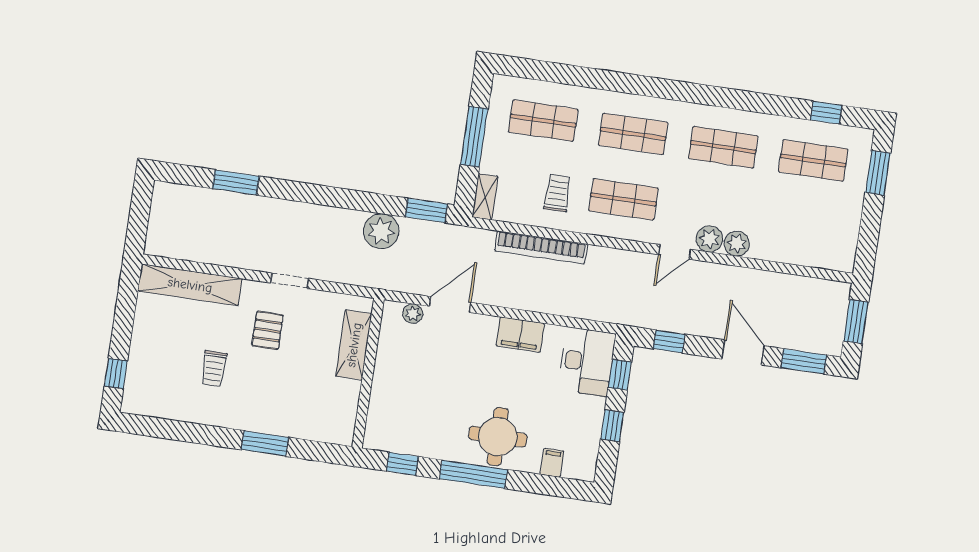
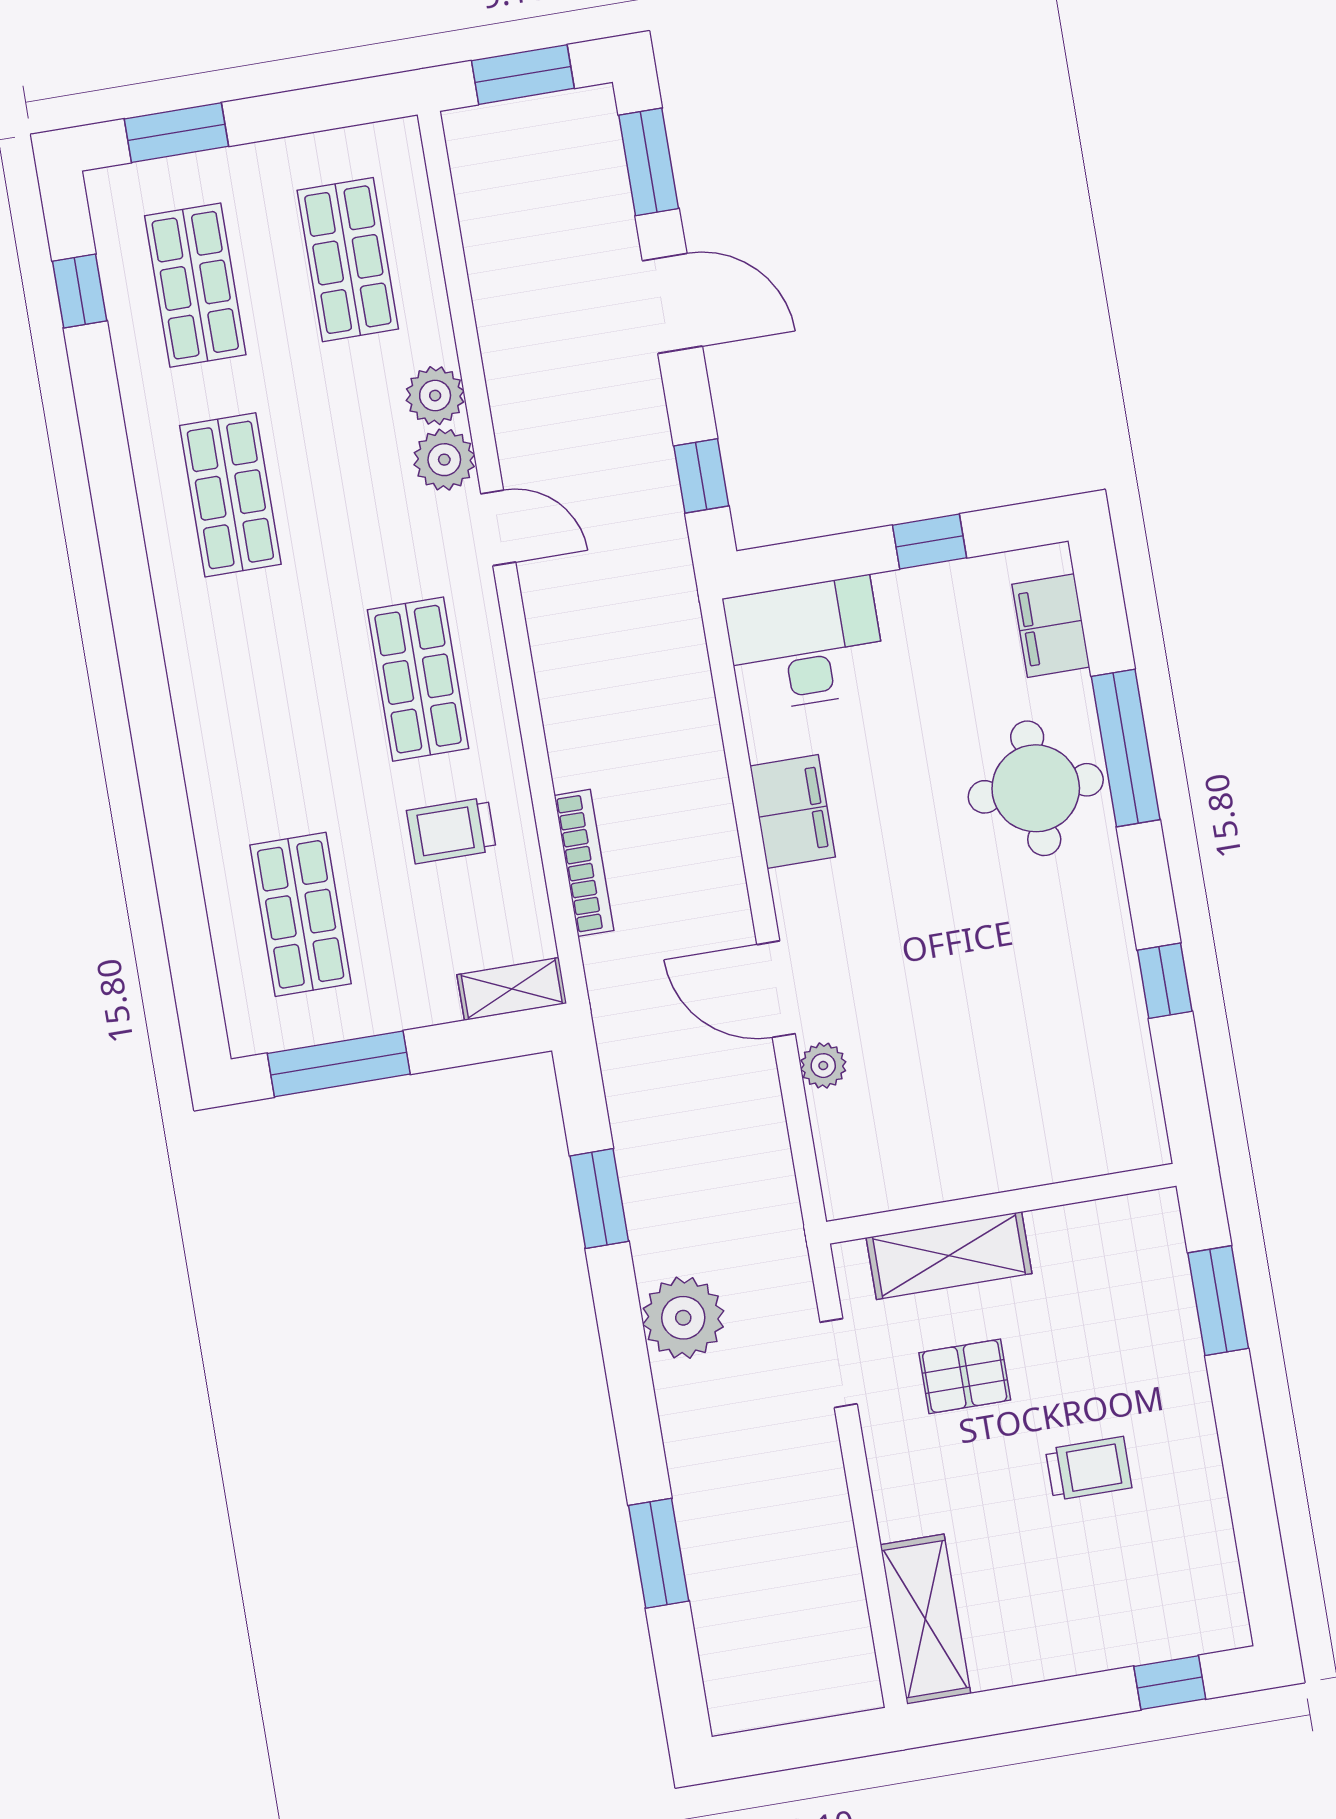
shop shelf: (633, 134) -> (348, 260), moved
window: (474, 137) -> (339, 1064), moved
window: (426, 211) -> (599, 1199), moved
plant: (381, 231) -> (683, 1318), moved
bookcase: (541, 247) -> (584, 863), width x0.68, depth x0.76
shelving: (190, 285) -> (925, 1619), width x0.68
shelving: (354, 345) -> (949, 1256), moved
door: (743, 352) -> (672, 303), swing flipped
wall: (368, 373) -> (1001, 1204), moved
window: (620, 375) -> (811, 561), removed
filing cabinet: (552, 463) -> (1051, 626), width x2.00
window: (473, 474) -> (1126, 748), moved

